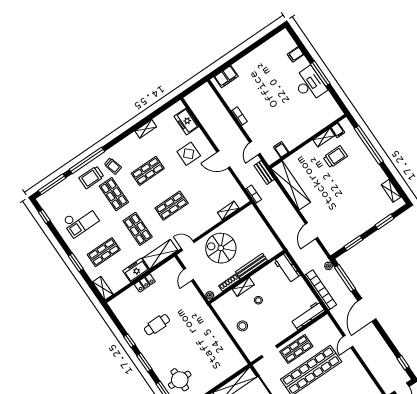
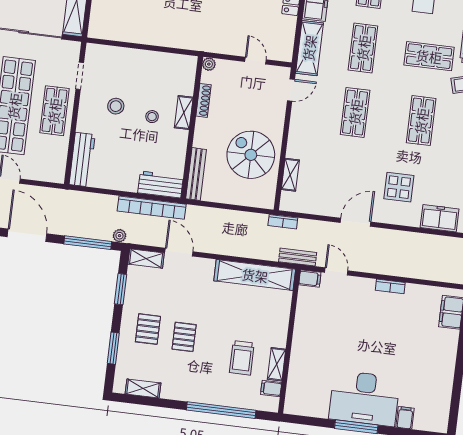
desk: (309, 84) -> (364, 398), width x1.36, depth x1.30
filing cabinet: (281, 150) -> (310, 279), moved
pallet: (350, 193) -> (184, 337), added
pallet: (361, 213) -> (148, 329), added
shop shelf: (138, 229) -> (363, 48), turned 90
shelving: (328, 244) -> (146, 258), added
spiral stairs: (221, 248) -> (251, 155), moved, turned -90
bench: (252, 266) -> (196, 174), moved
bookcase: (321, 290) -> (152, 208), moved
stool: (242, 326) -> (116, 106), moved

